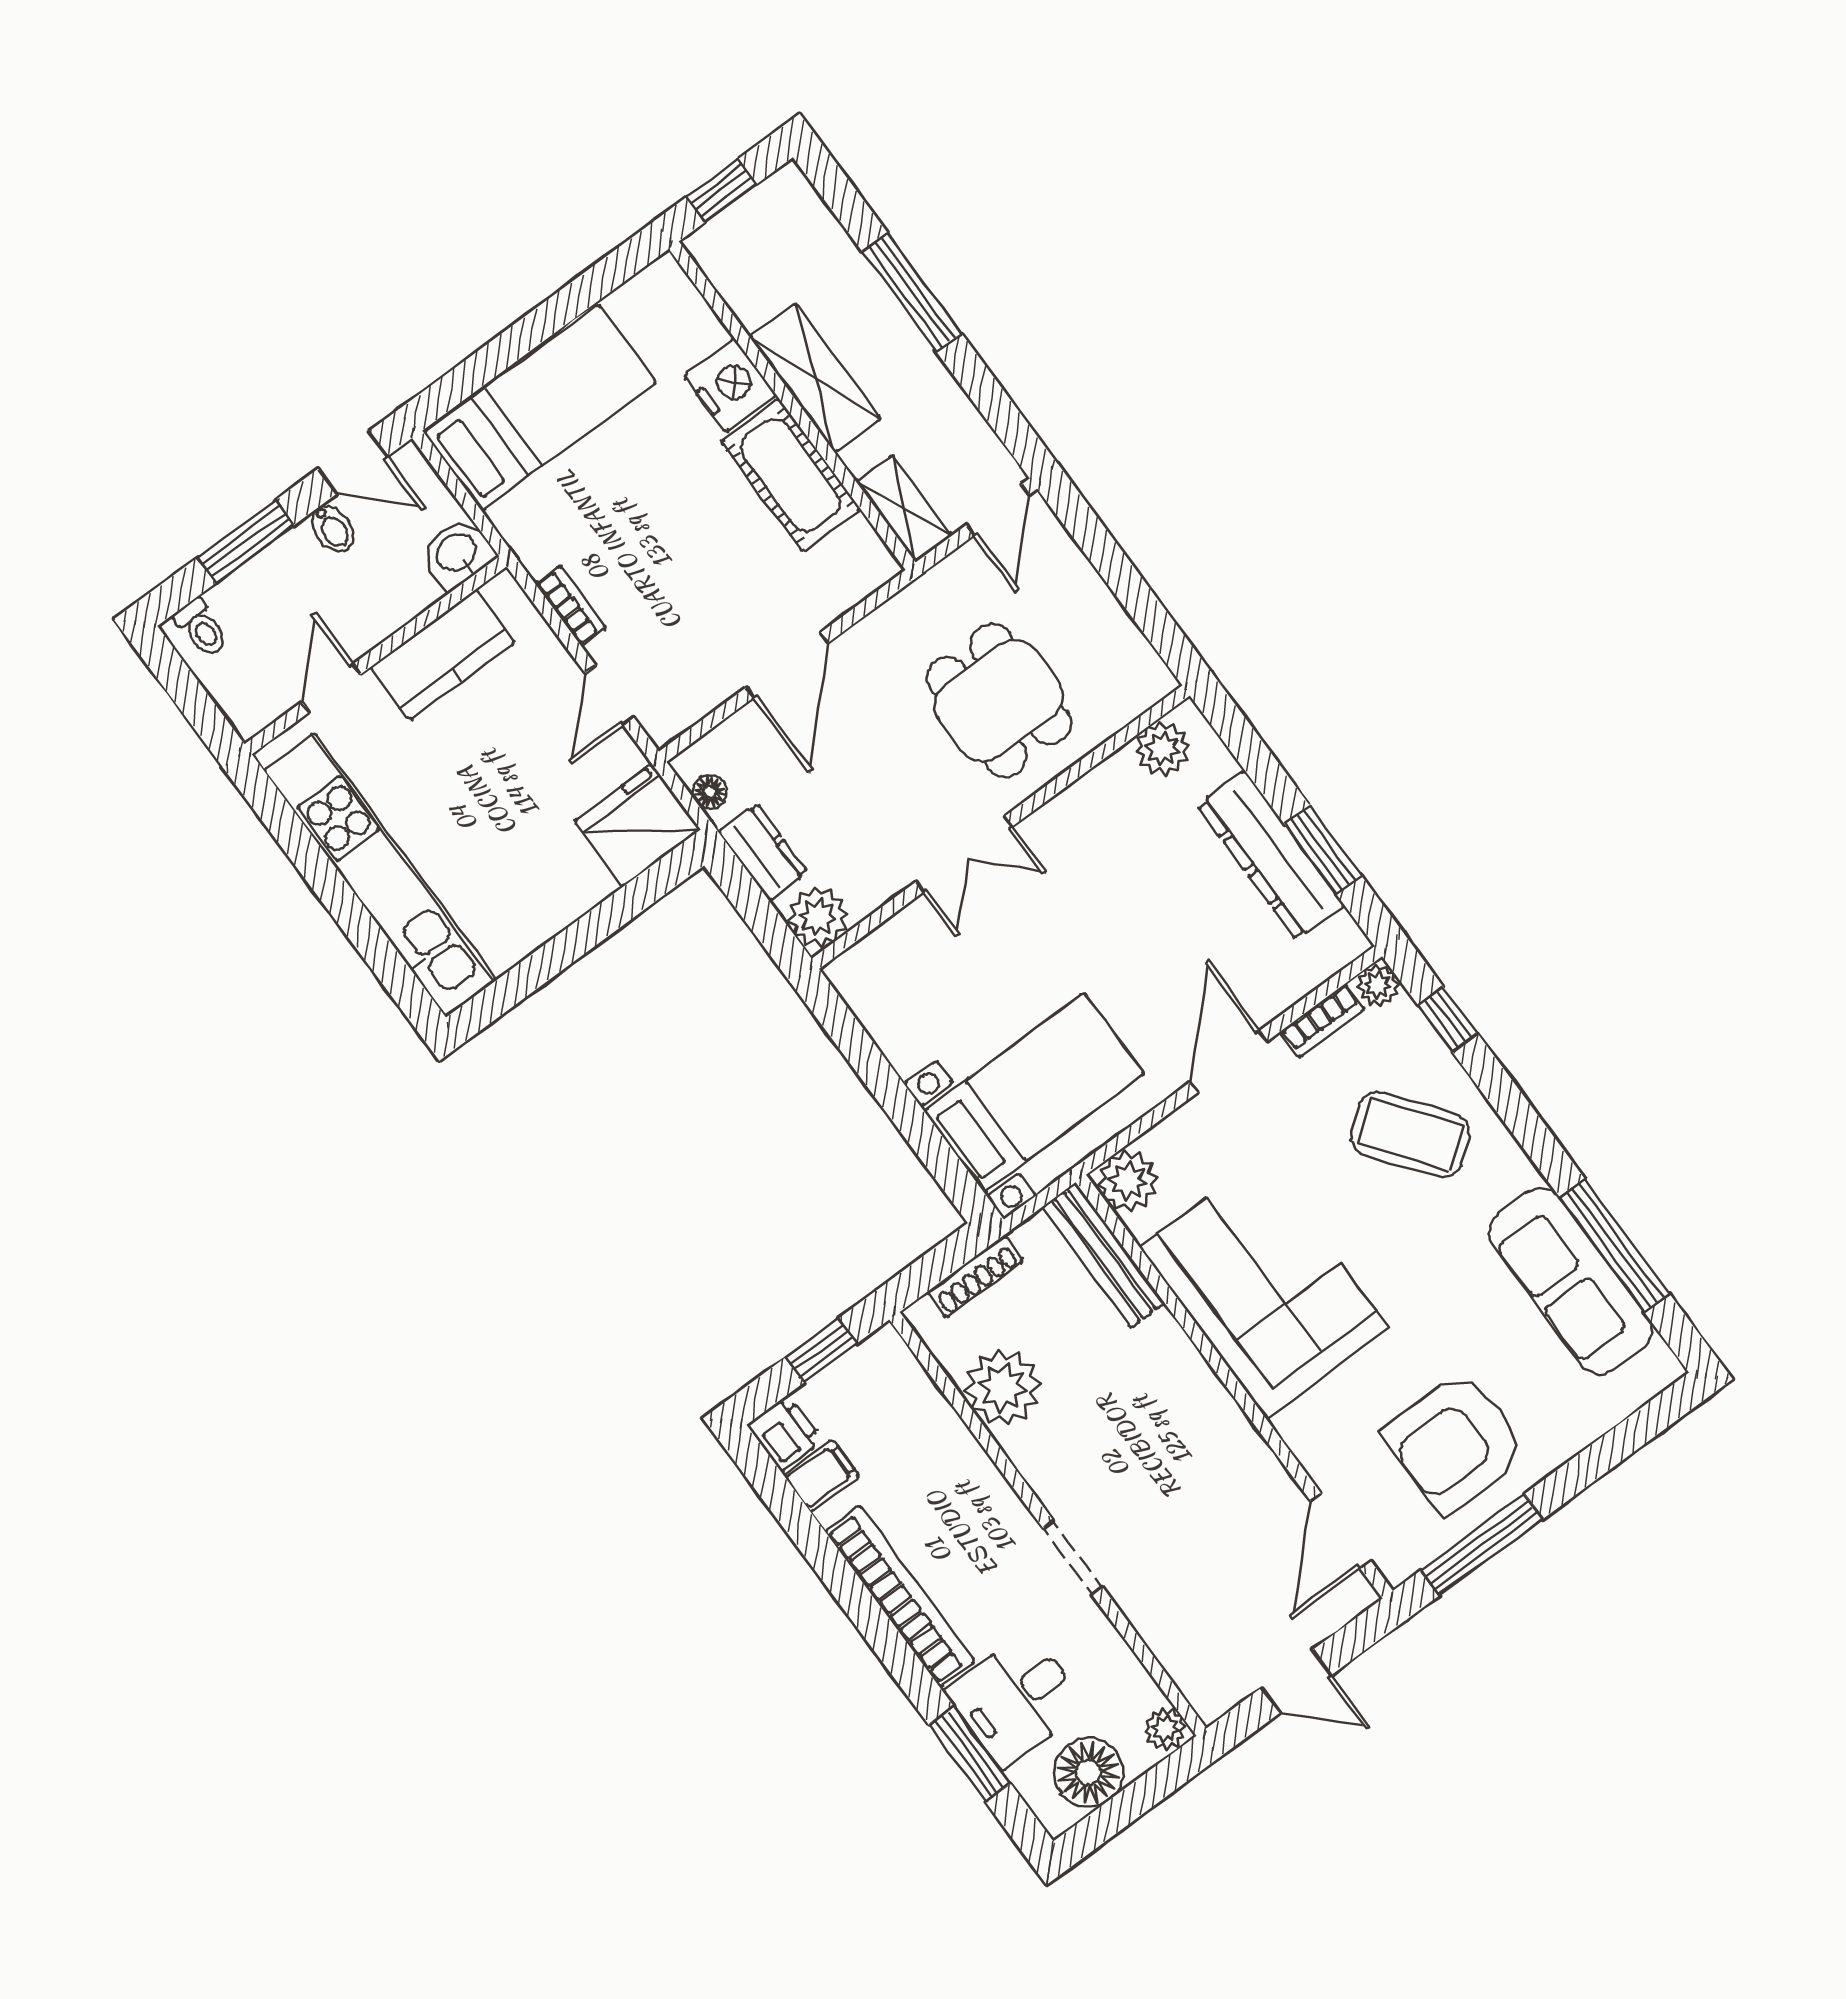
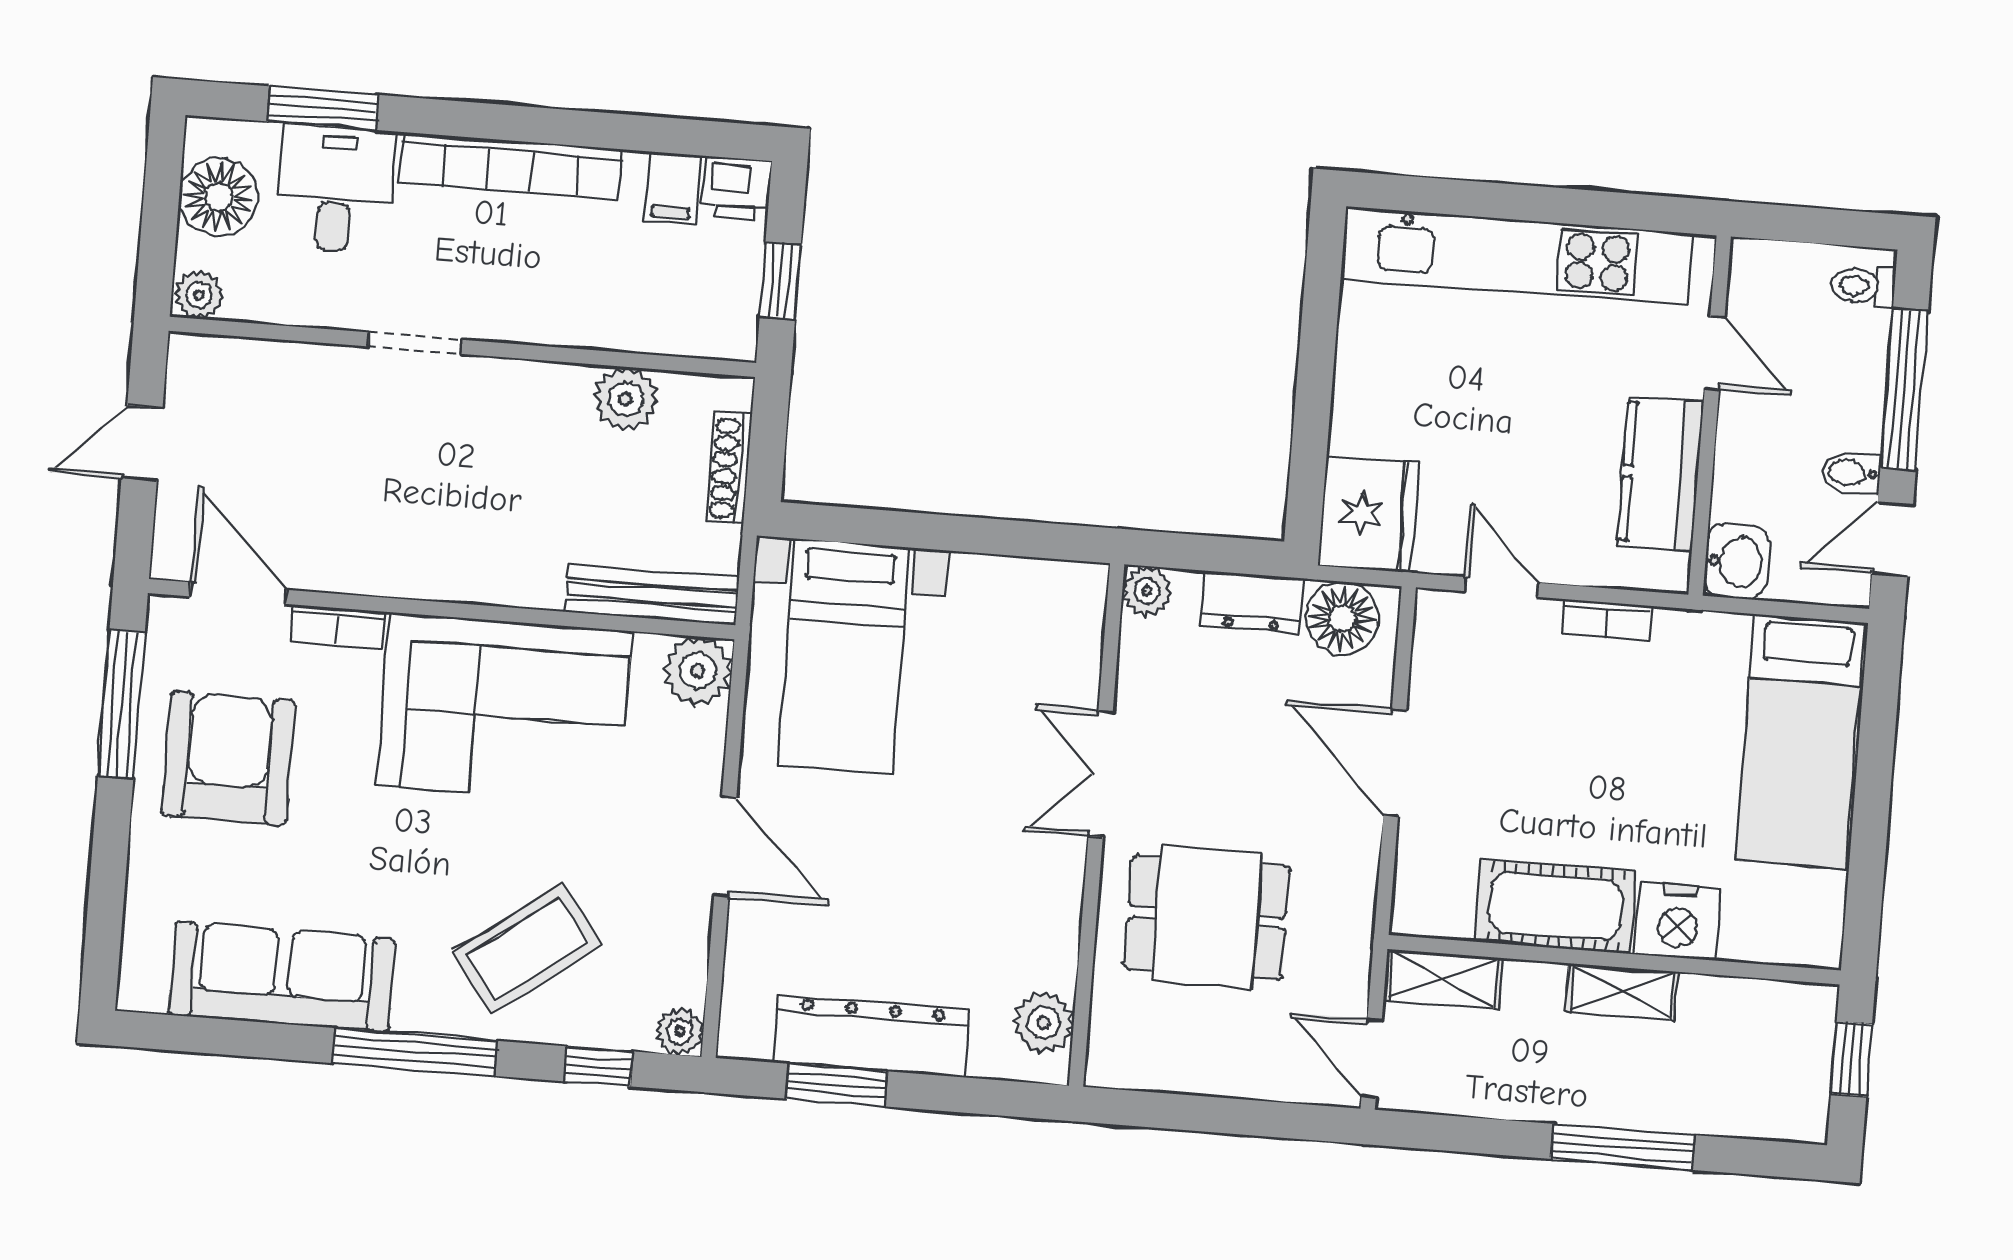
shelving: (815, 378) -> (1622, 992), width x0.67, depth x0.75
window: (246, 541) -> (1904, 389), width x1.44
floor lamp: (710, 792) -> (1342, 618), width x1.89, depth x1.89
plant: (818, 917) -> (1147, 591), width x0.73, depth x0.73
bookcase: (1322, 1021) -> (337, 627), moved, turned -90
window: (1615, 1246) -> (415, 1052), moved
plant: (1003, 1388) -> (626, 399), width x0.73, depth x0.73

